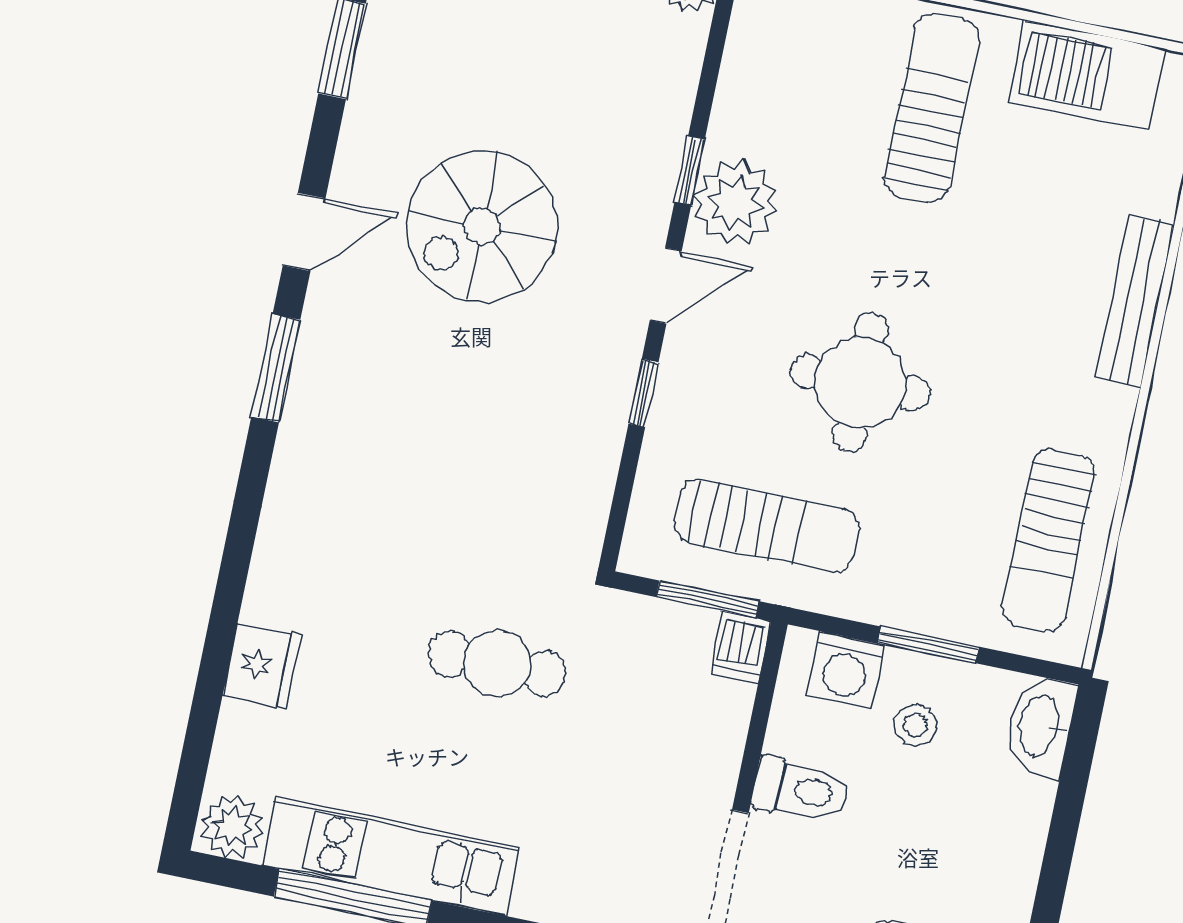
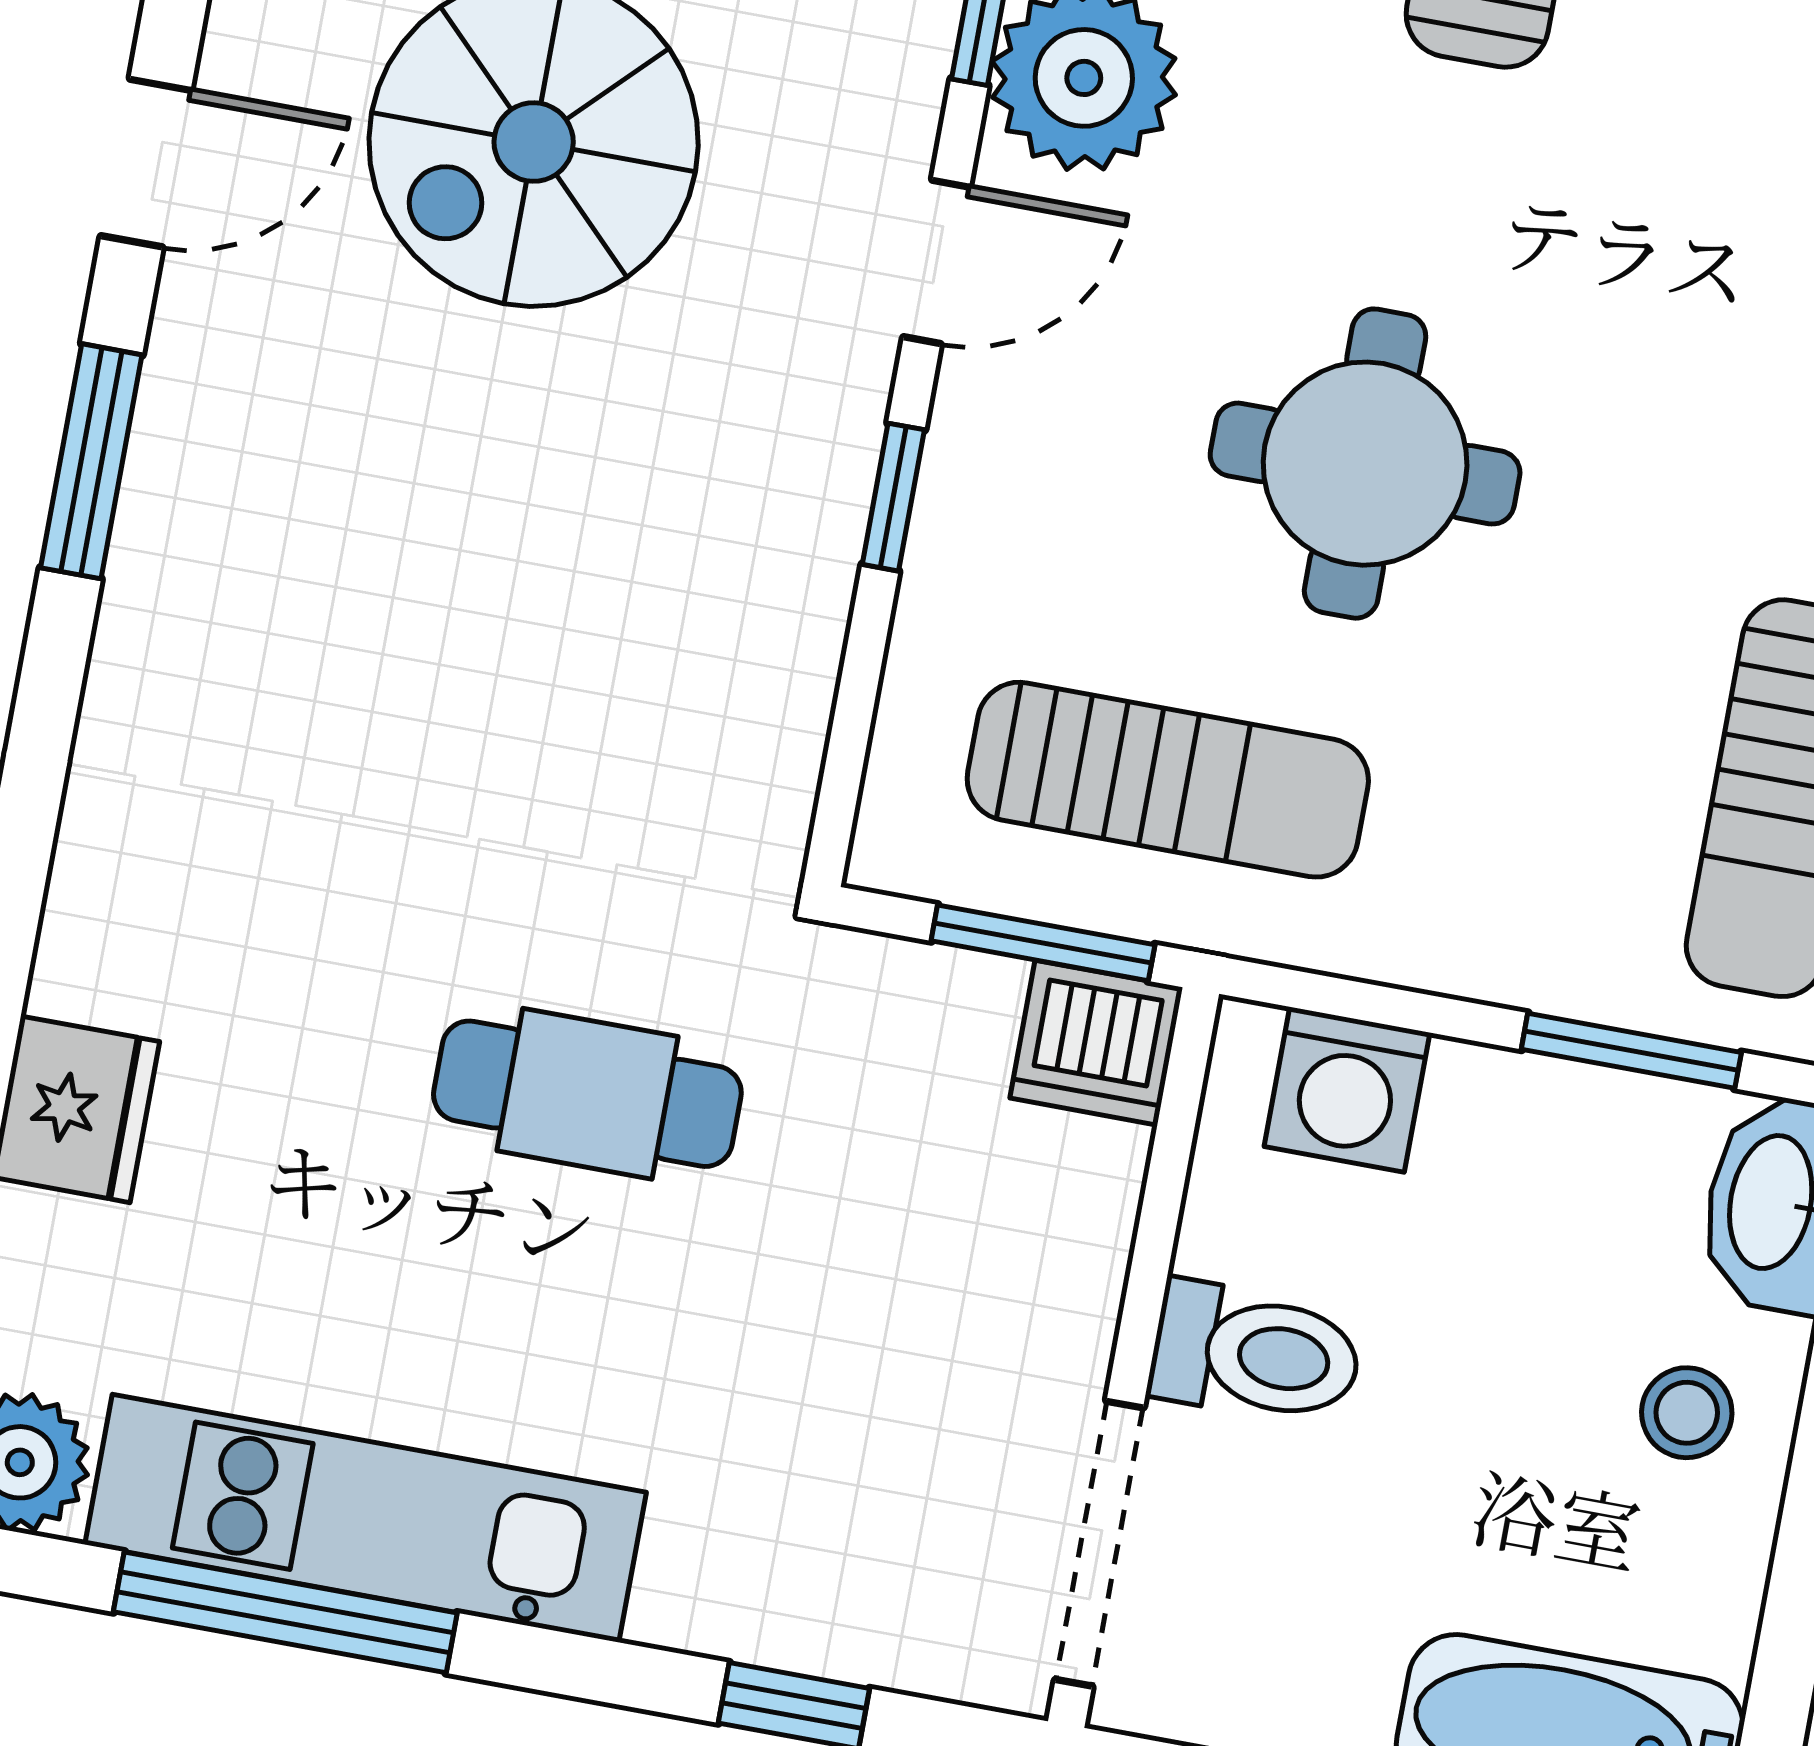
window: (928, 645) -> (1631, 1051), moved
dishwasher: (740, 647) -> (1096, 1043), width x1.38
stool: (915, 725) -> (1687, 1413), moved

